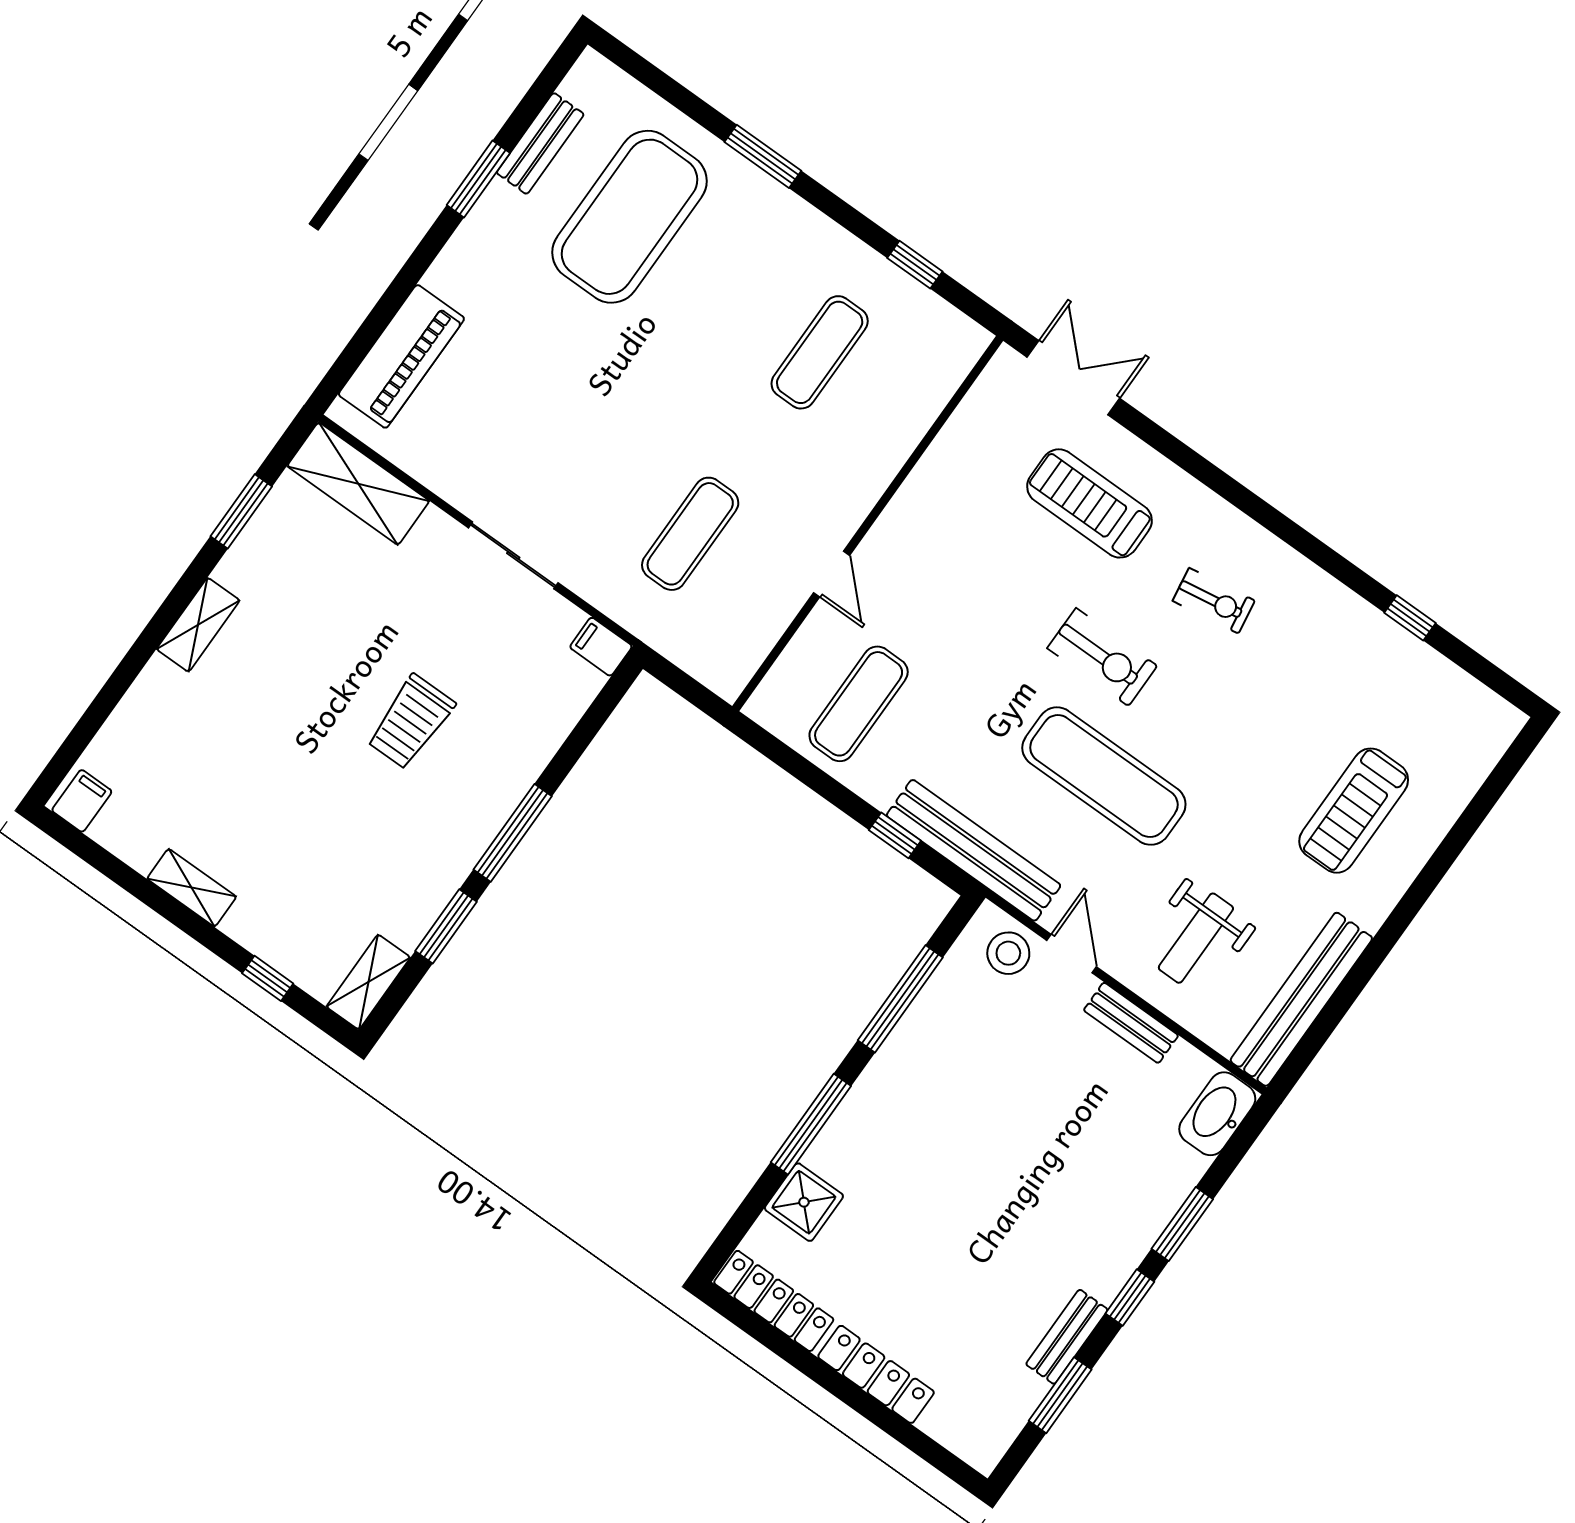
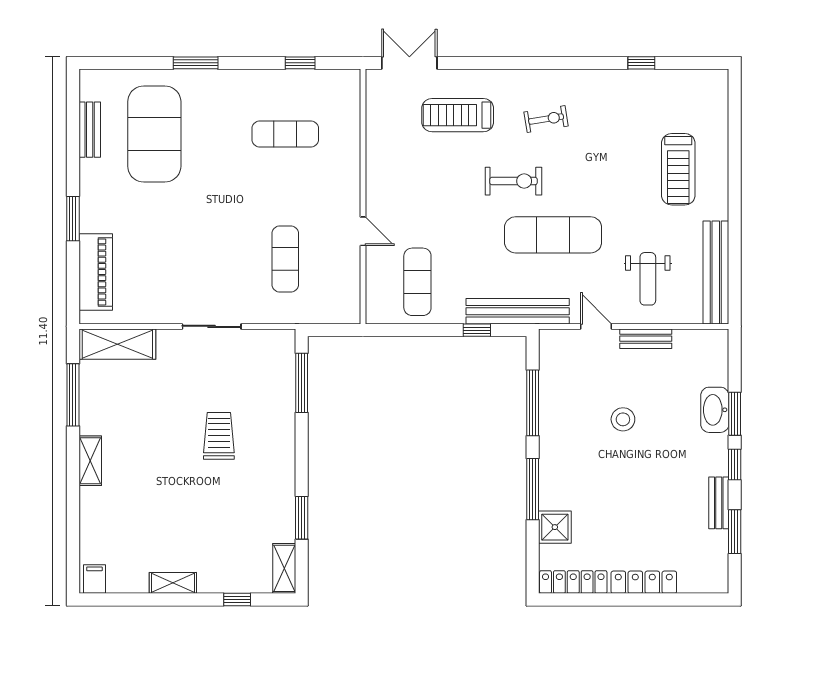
window: (478, 179) -> (73, 219), moved
exercise mat: (820, 352) -> (285, 134), turned 90
window: (241, 511) -> (73, 395), width x1.44
filing cabinet: (601, 647) -> (281, 340), removed
trolley: (411, 722) -> (219, 436), turned 180
window: (513, 833) -> (302, 383), moved
stool: (1008, 953) -> (623, 419), moved
washbasin: (1217, 1114) -> (715, 410), moved

